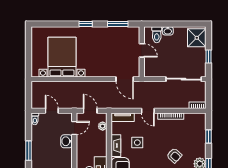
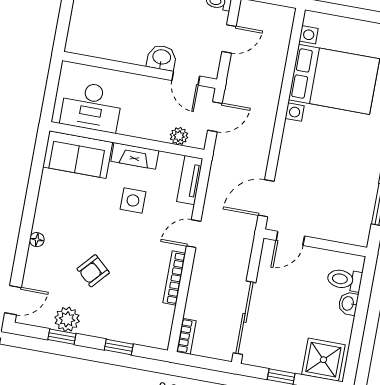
door: (142, 50) -> (290, 238), moved

